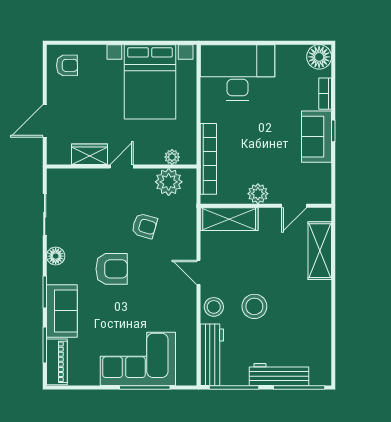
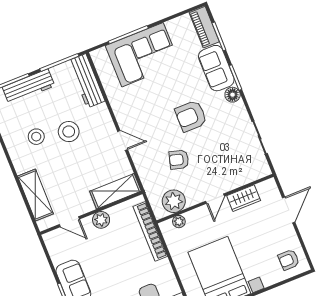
door: (294, 206) -> (69, 222), swing flipped
floor lamp: (56, 256) -> (233, 95), moved
stool: (214, 307) -> (36, 137), moved

